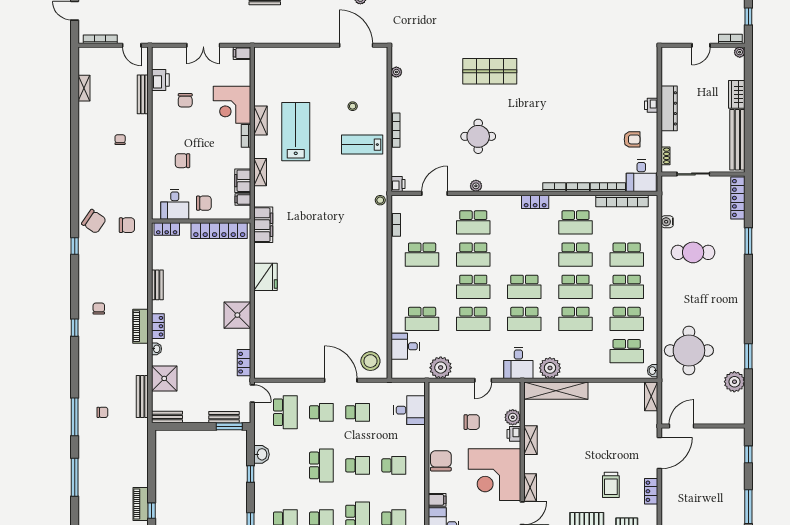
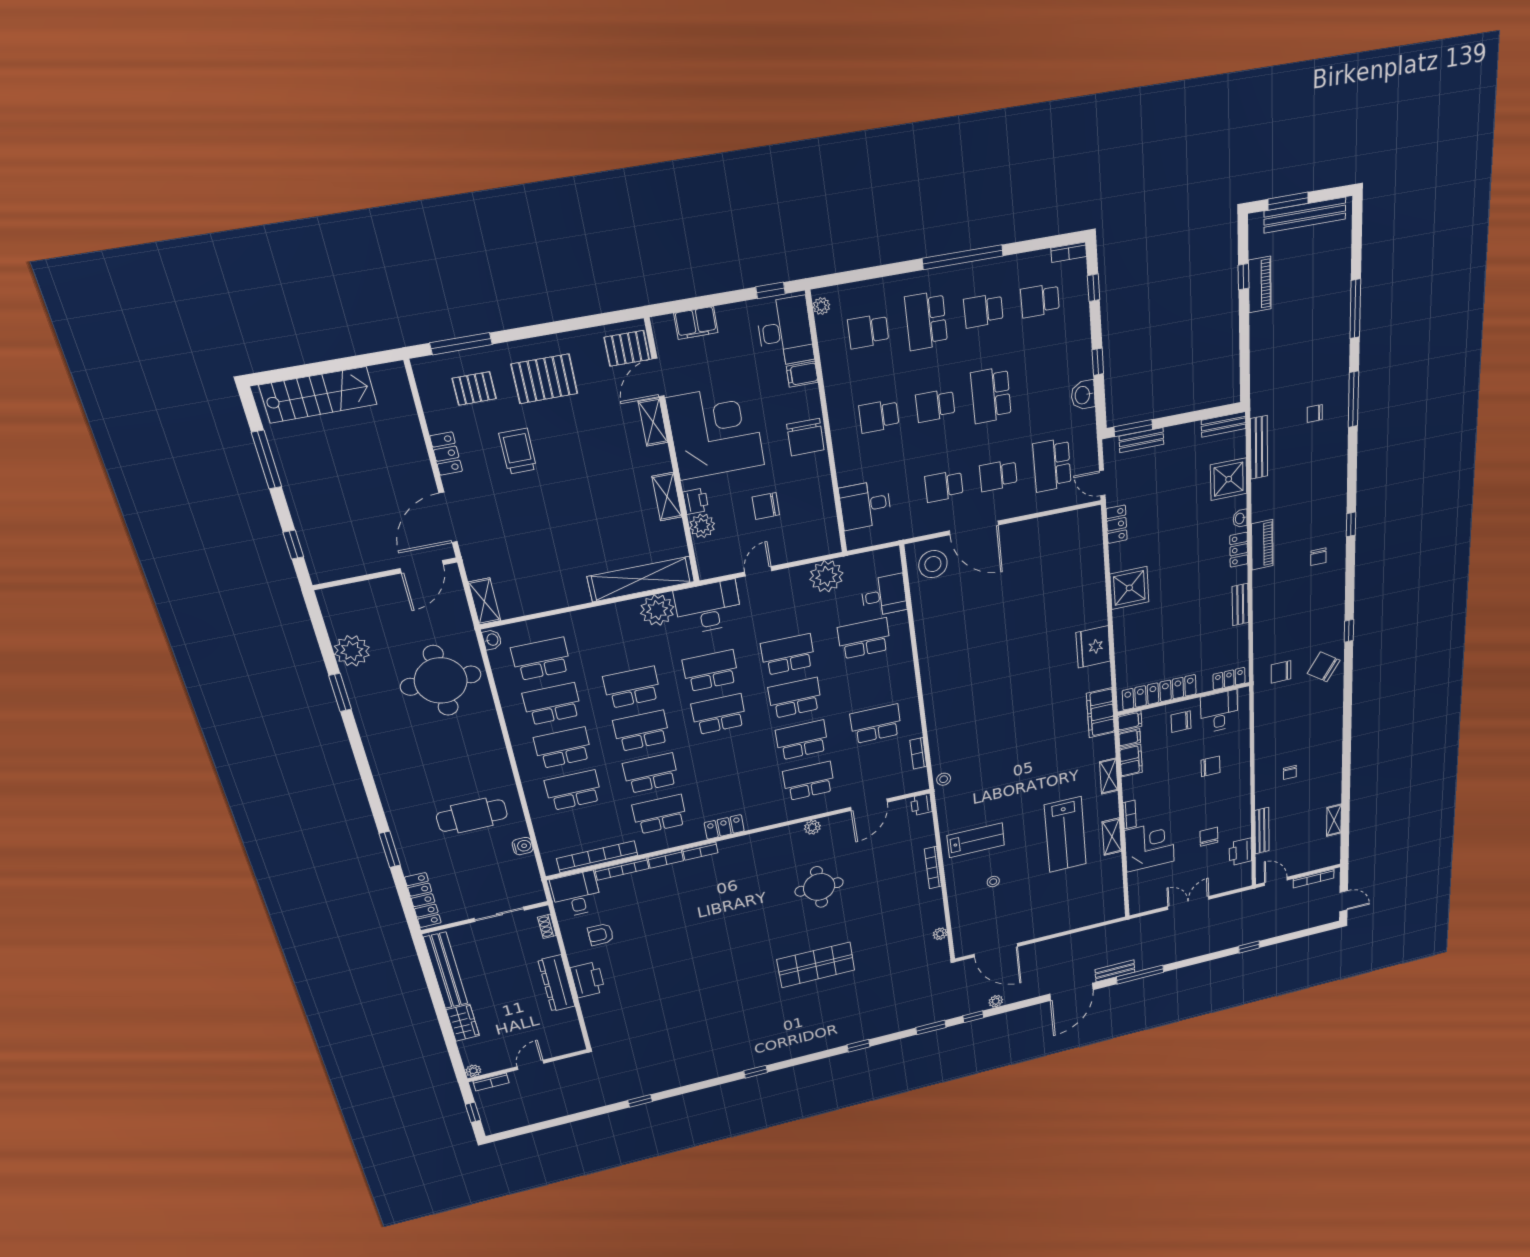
filing cabinet: (242, 53) -> (1130, 721), moved
printer: (651, 105) -> (588, 980), width x1.87, depth x1.48
desk: (518, 363) -> (708, 607), width x1.37

